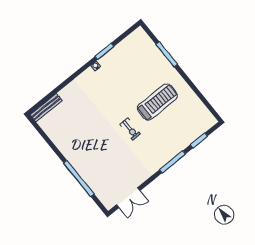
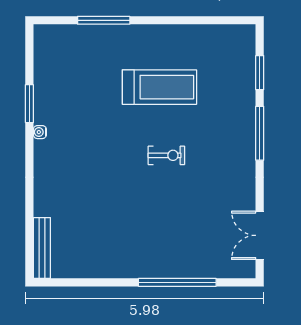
treadmill: (157, 102) -> (159, 87), turned 90
double door: (128, 198) -> (260, 235), swing flipped

